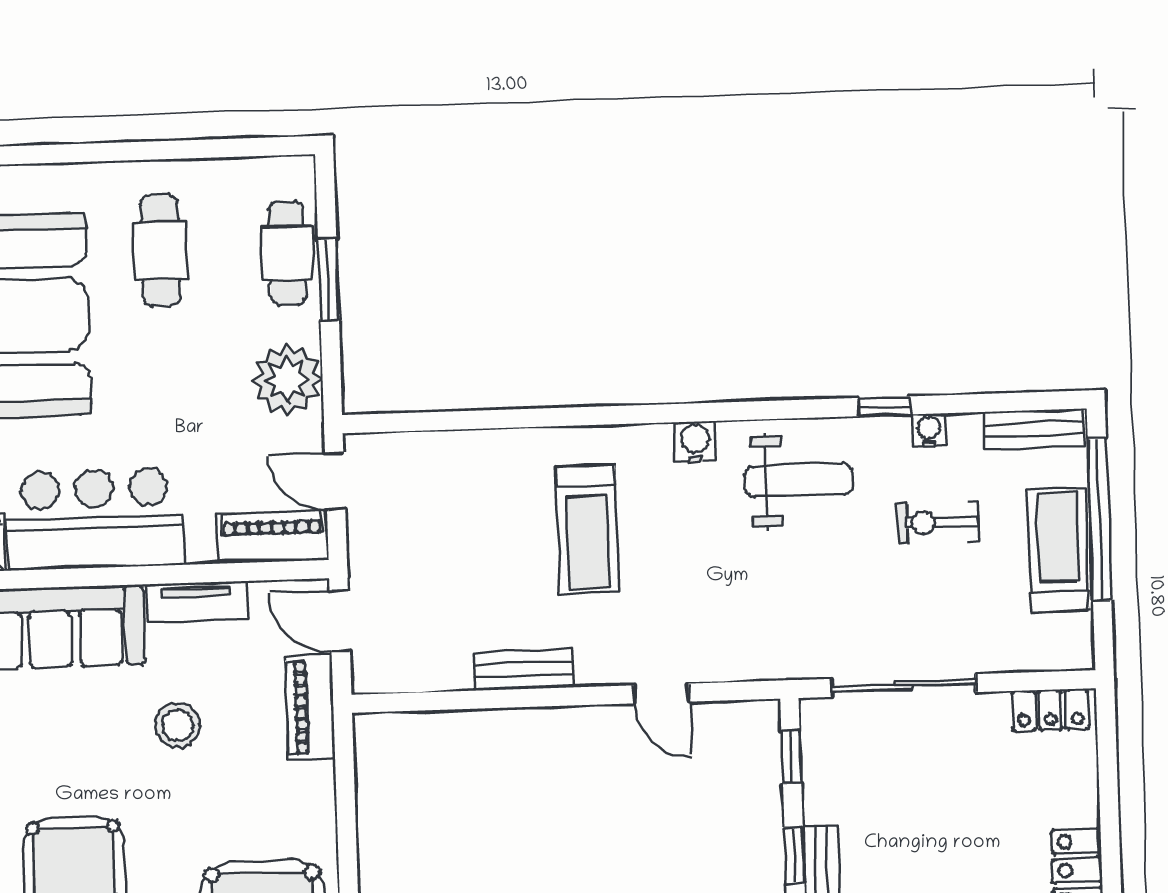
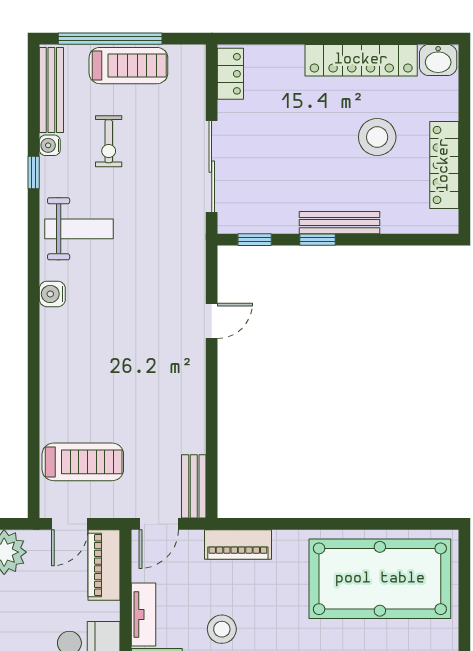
bench: (1033, 429) -> (51, 90), width x1.36
weight bench: (799, 480) -> (79, 229), turned 90
treadmill: (587, 529) -> (83, 462), moved
treadmill: (1058, 549) -> (128, 66), turned 180
bench: (524, 670) -> (194, 486), moved
piano: (310, 707) -> (238, 545), moved

